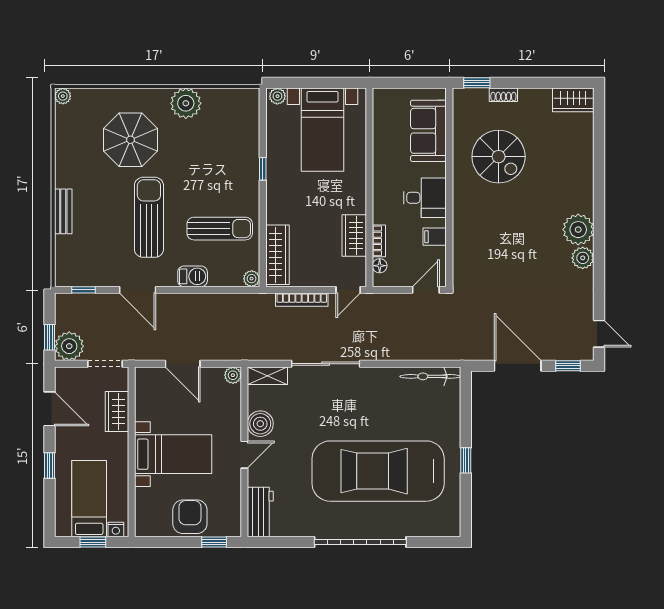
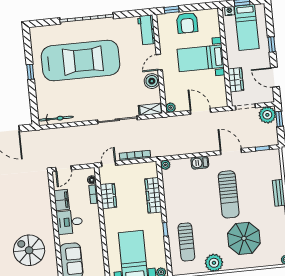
sun lounger: (220, 229) -> (186, 242), moved, turned -90
filing cabinet: (435, 237) -> (62, 200), width x2.00
wardrobe: (277, 255) -> (153, 195), moved

